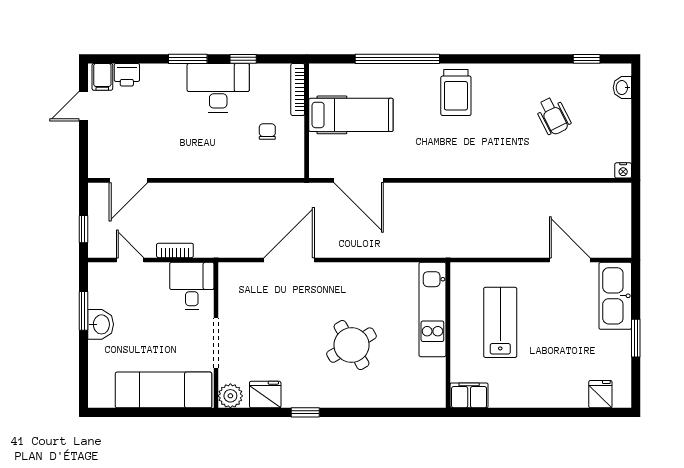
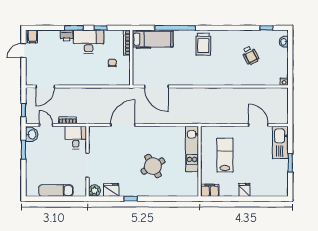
printer: (127, 75) -> (67, 35), moved
hospital bed: (351, 115) -> (153, 39), moved
washbasin: (101, 324) -> (32, 134), moved
exam couch: (164, 390) -> (56, 191), width x0.73, depth x0.69
fridge: (600, 394) -> (244, 190), moved

